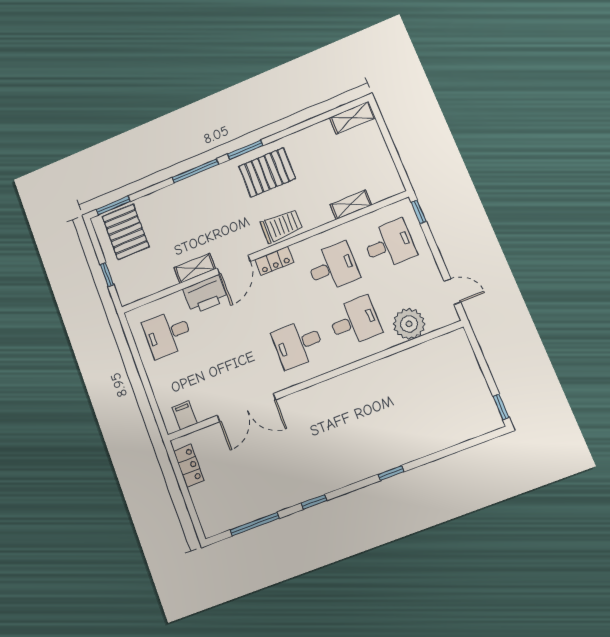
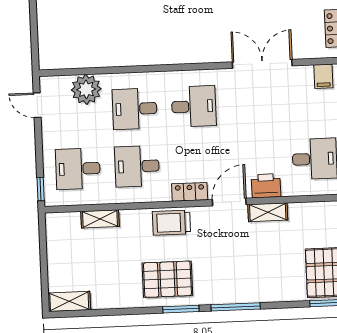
printer: (205, 295) -> (266, 186), width x0.73, depth x0.84

